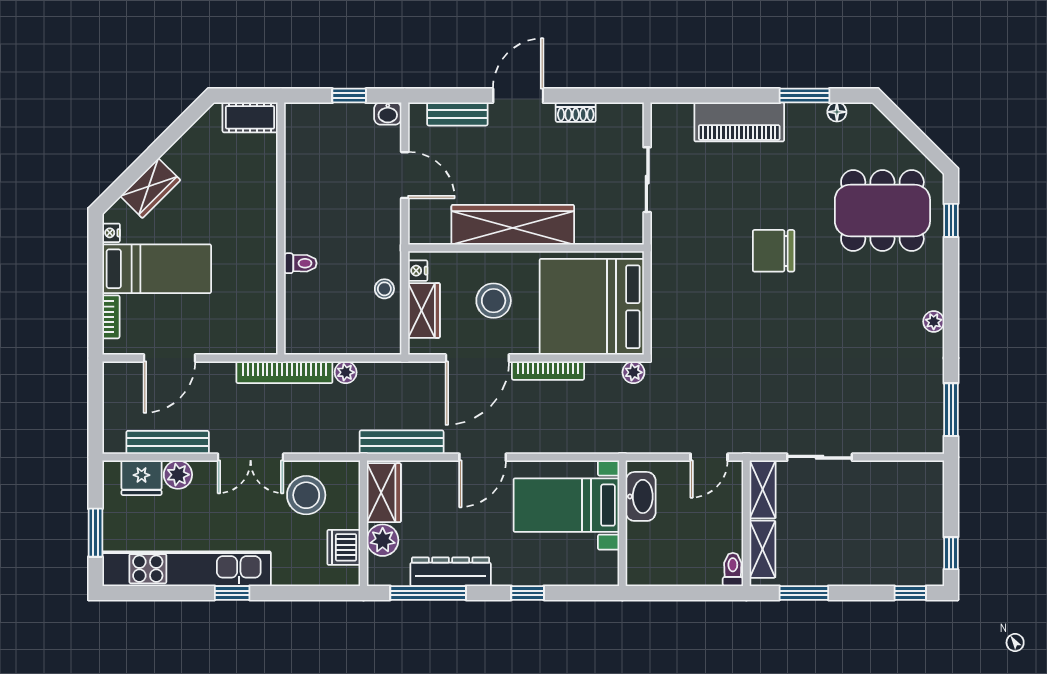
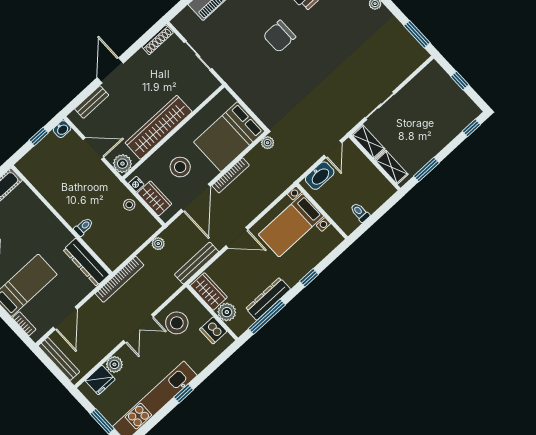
shoe rack: (576, 112) -> (158, 40), moved, width x1.43
plant: (424, 228) -> (122, 164), added
bed: (592, 307) -> (229, 137), width x0.73
dresser: (262, 311) -> (86, 262), added
plant: (346, 372) -> (158, 244), moved
bench: (168, 442) -> (59, 359), moved, turned 90
door: (483, 457) -> (237, 238), hinge flipped
washbasin: (641, 496) -> (320, 176), moved, turned 90
window: (951, 553) -> (460, 81), moved
toilet: (733, 569) -> (360, 212), moved

